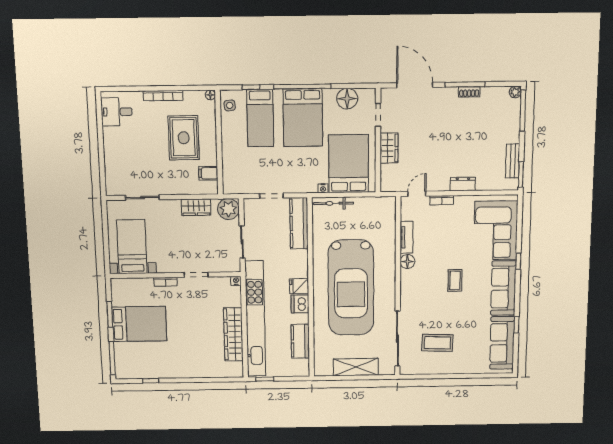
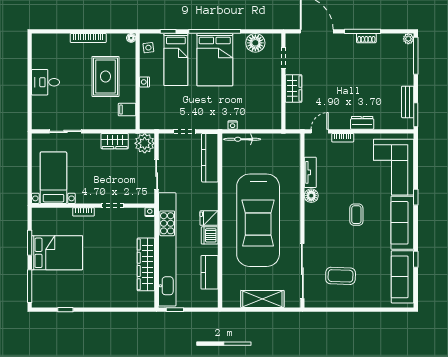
desk: (117, 112) -> (46, 82), moved
nightstand: (226, 143) -> (145, 82), added
bed: (349, 164) -> (256, 102), removed

